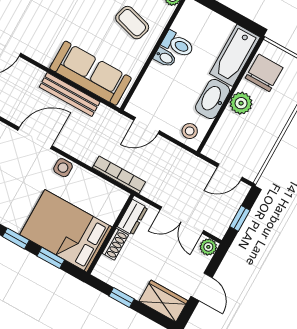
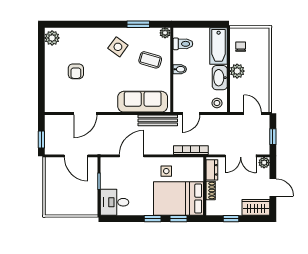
toilet: (178, 44) -> (183, 44), moved
chair: (264, 73) -> (241, 47), width x0.54, depth x0.54
bench: (70, 95) -> (158, 120), moved
side table: (63, 168) -> (166, 171), moved
door: (230, 172) -> (253, 114), swing flipped

